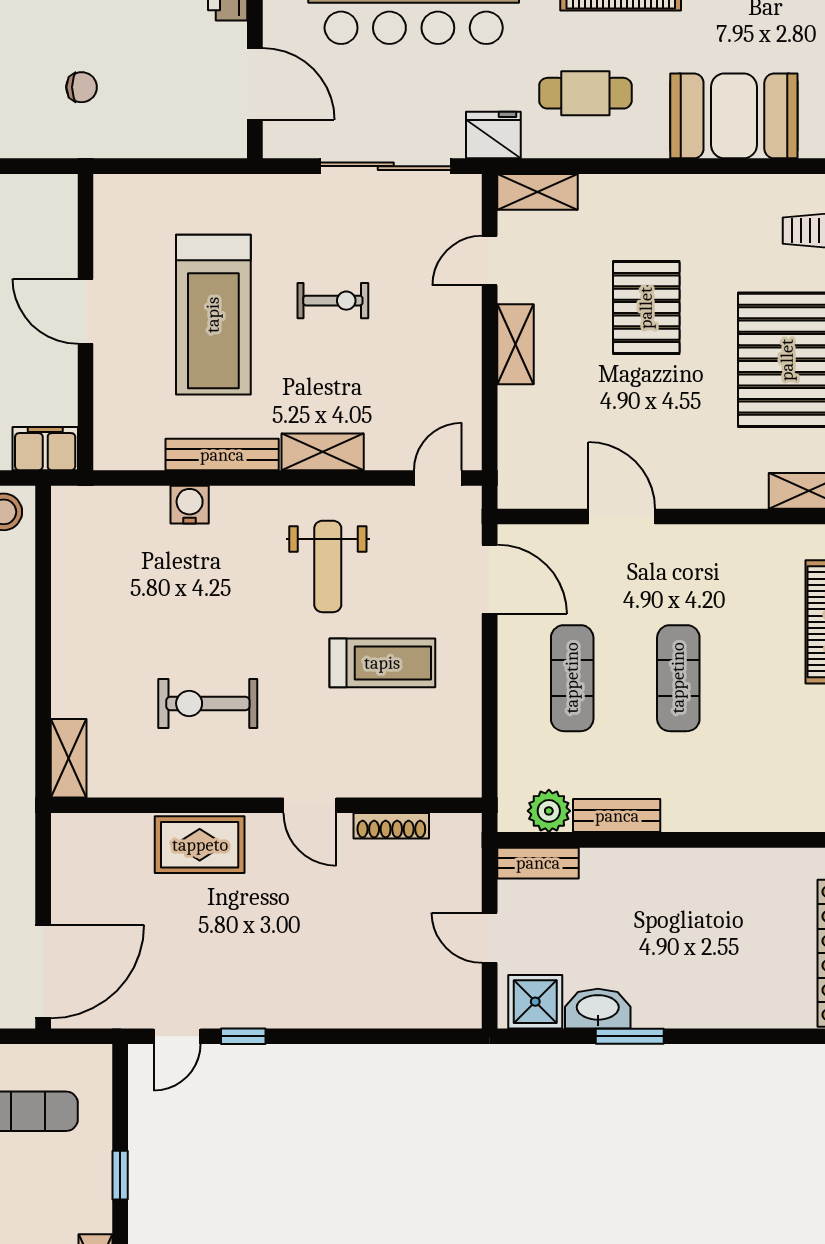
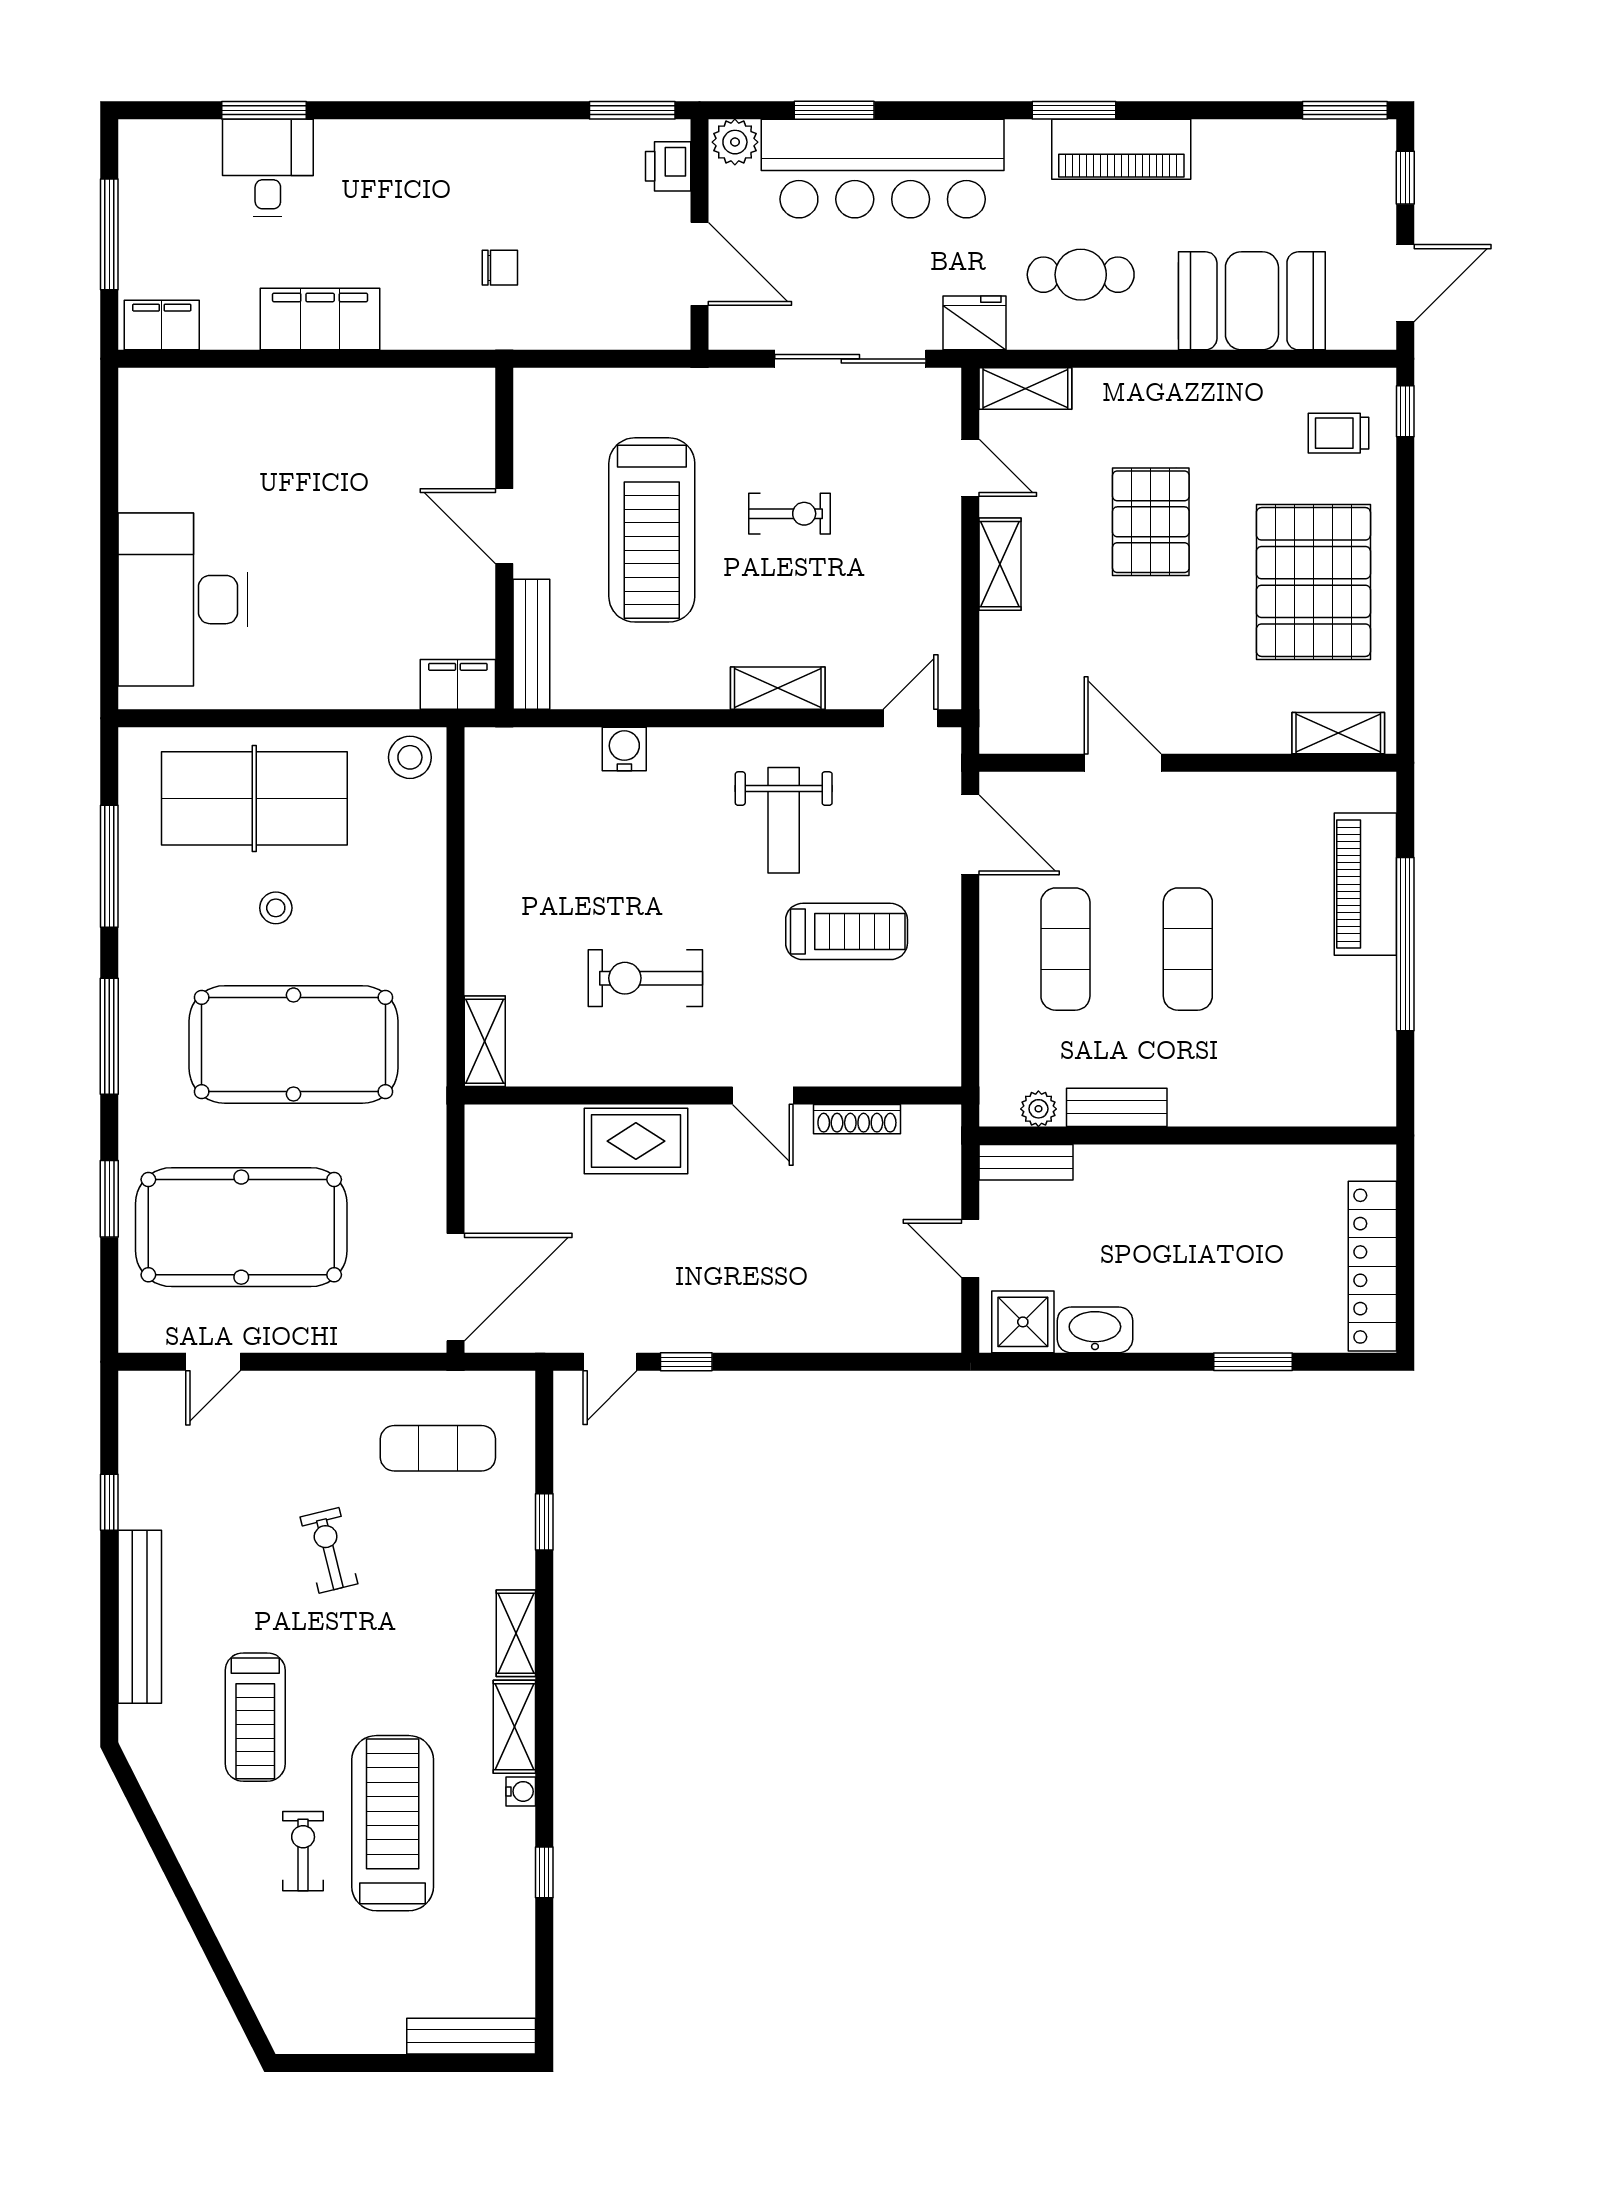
door: (490, 261) -> (970, 468), swing flipped
bench: (222, 455) -> (531, 644), moved, turned 90
plant: (549, 811) -> (1038, 1109), width x0.73, depth x0.73
window: (630, 1036) -> (1253, 1362), moved

